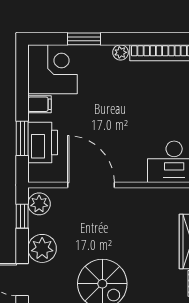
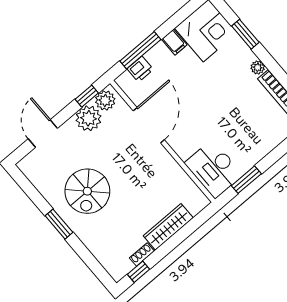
window: (22, 138) -> (140, 50), width x1.44
printer: (43, 143) -> (140, 69), width x0.53, depth x0.68
plant: (42, 248) -> (88, 118), moved

